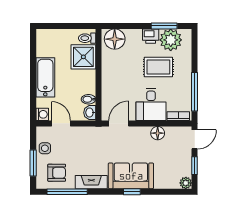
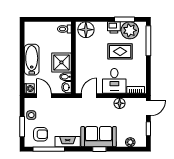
shower: (83, 57) -> (61, 62), moved
window: (195, 92) -> (148, 41), moved
plant: (186, 183) -> (130, 142), moved

